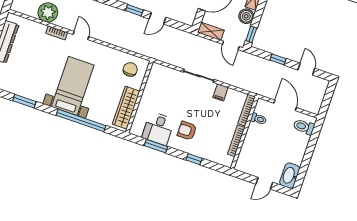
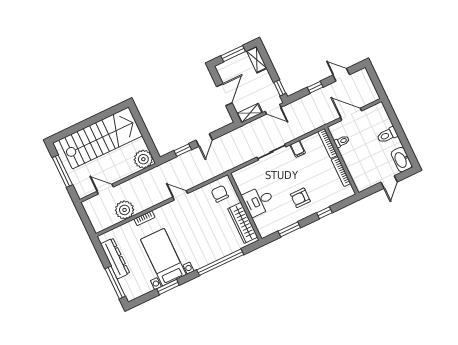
boiler: (246, 16) -> (264, 79), removed
door: (81, 35) -> (180, 195), moved
bed with nightstands: (73, 86) -> (163, 257), moved
toilet: (304, 127) -> (387, 135), moved
desk: (158, 129) -> (258, 201), moved, turned 90

